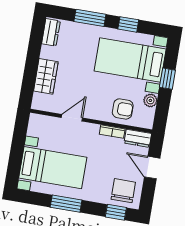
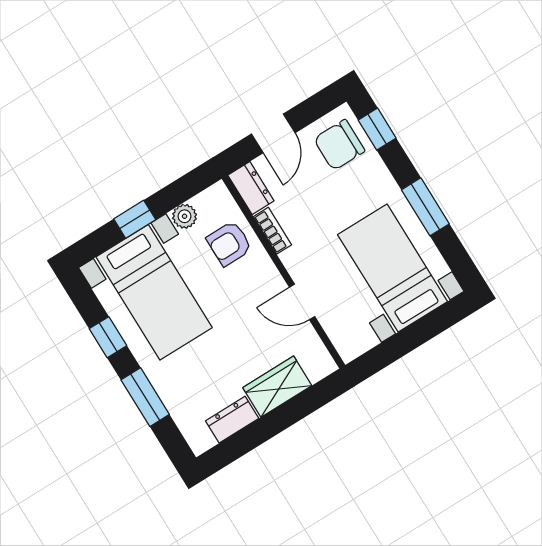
dresser: (51, 32) -> (232, 420), moved
armchair: (123, 109) -> (229, 244), turned -90

